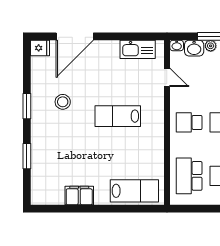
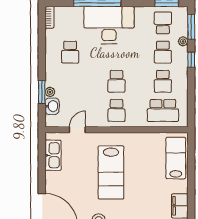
washbasin: (177, 45) -> (50, 121), removed
lab bench: (118, 116) -> (111, 172), width x1.36, depth x1.39

